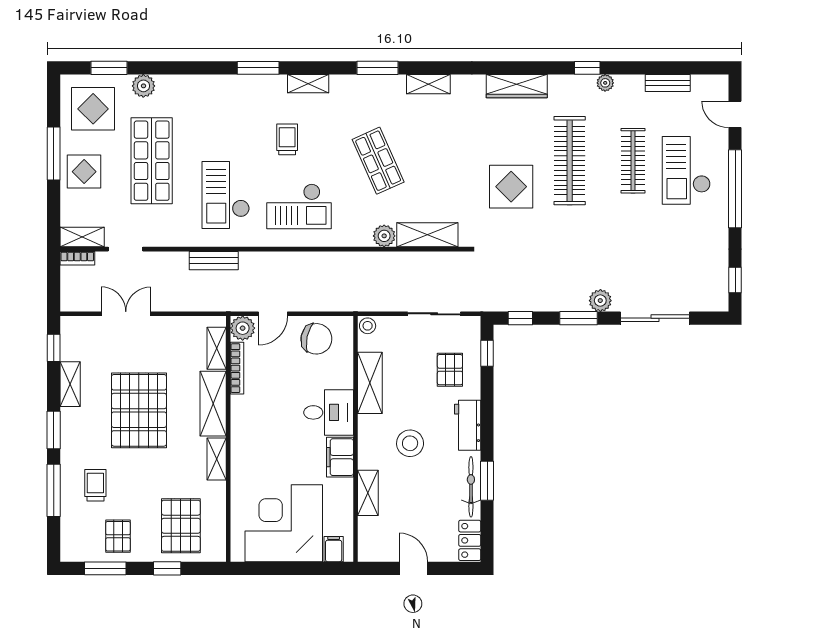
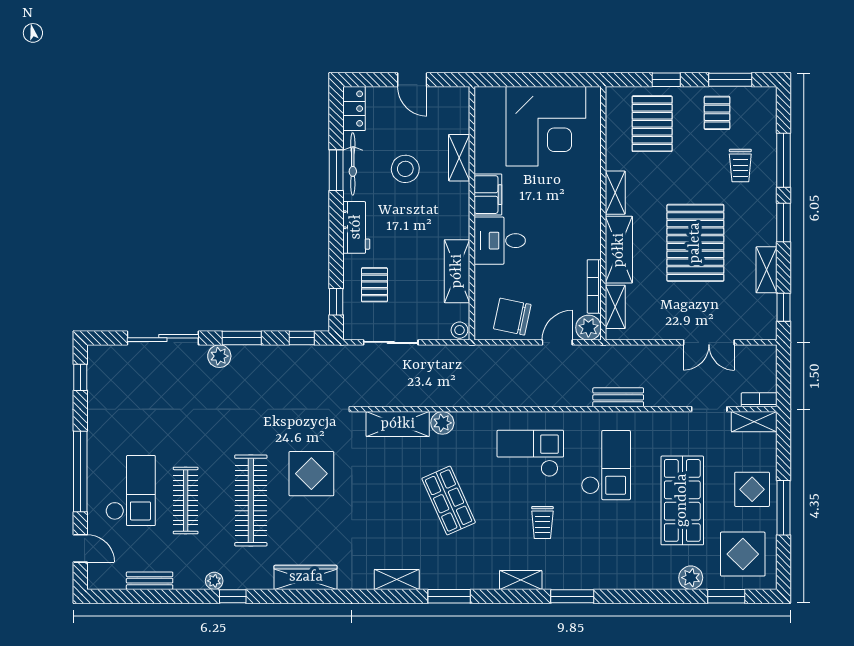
stool: (410, 443) -> (405, 169), moved
filing cabinet: (334, 549) -> (495, 100), removed

